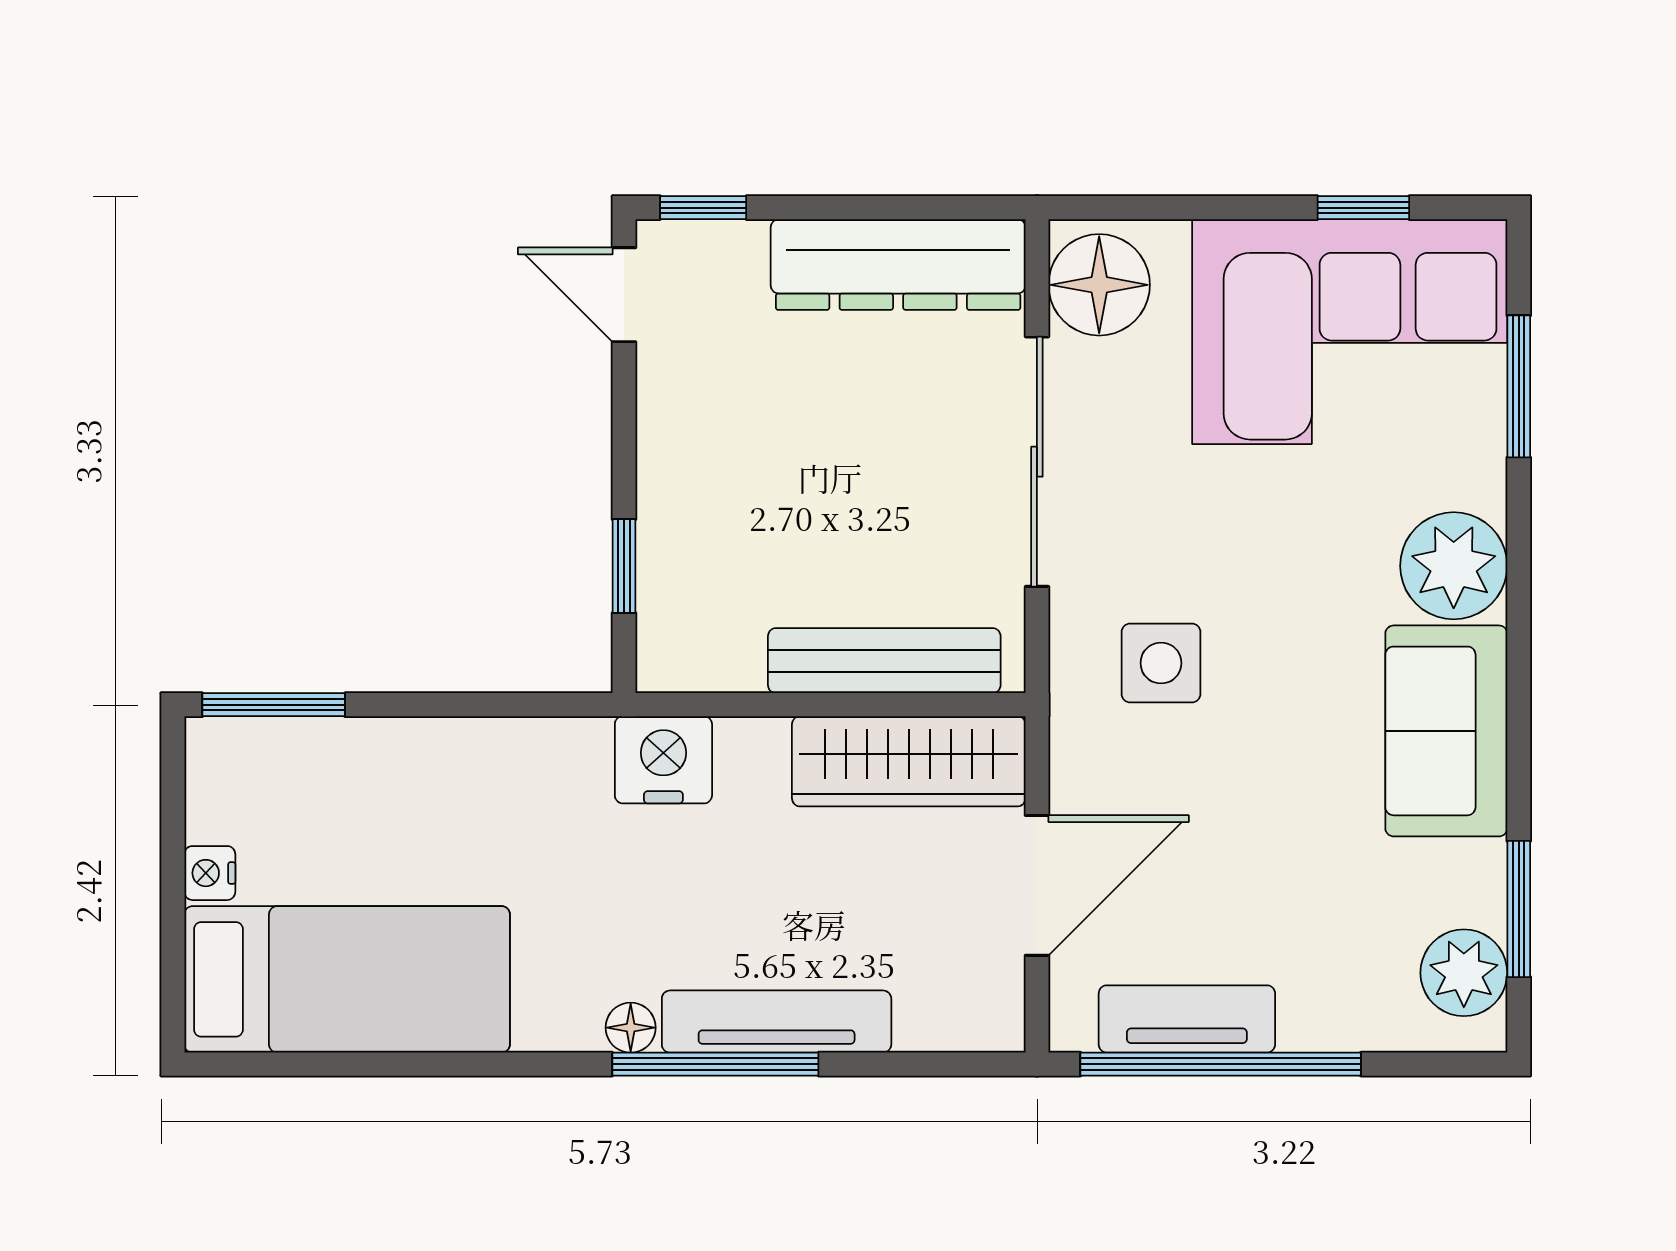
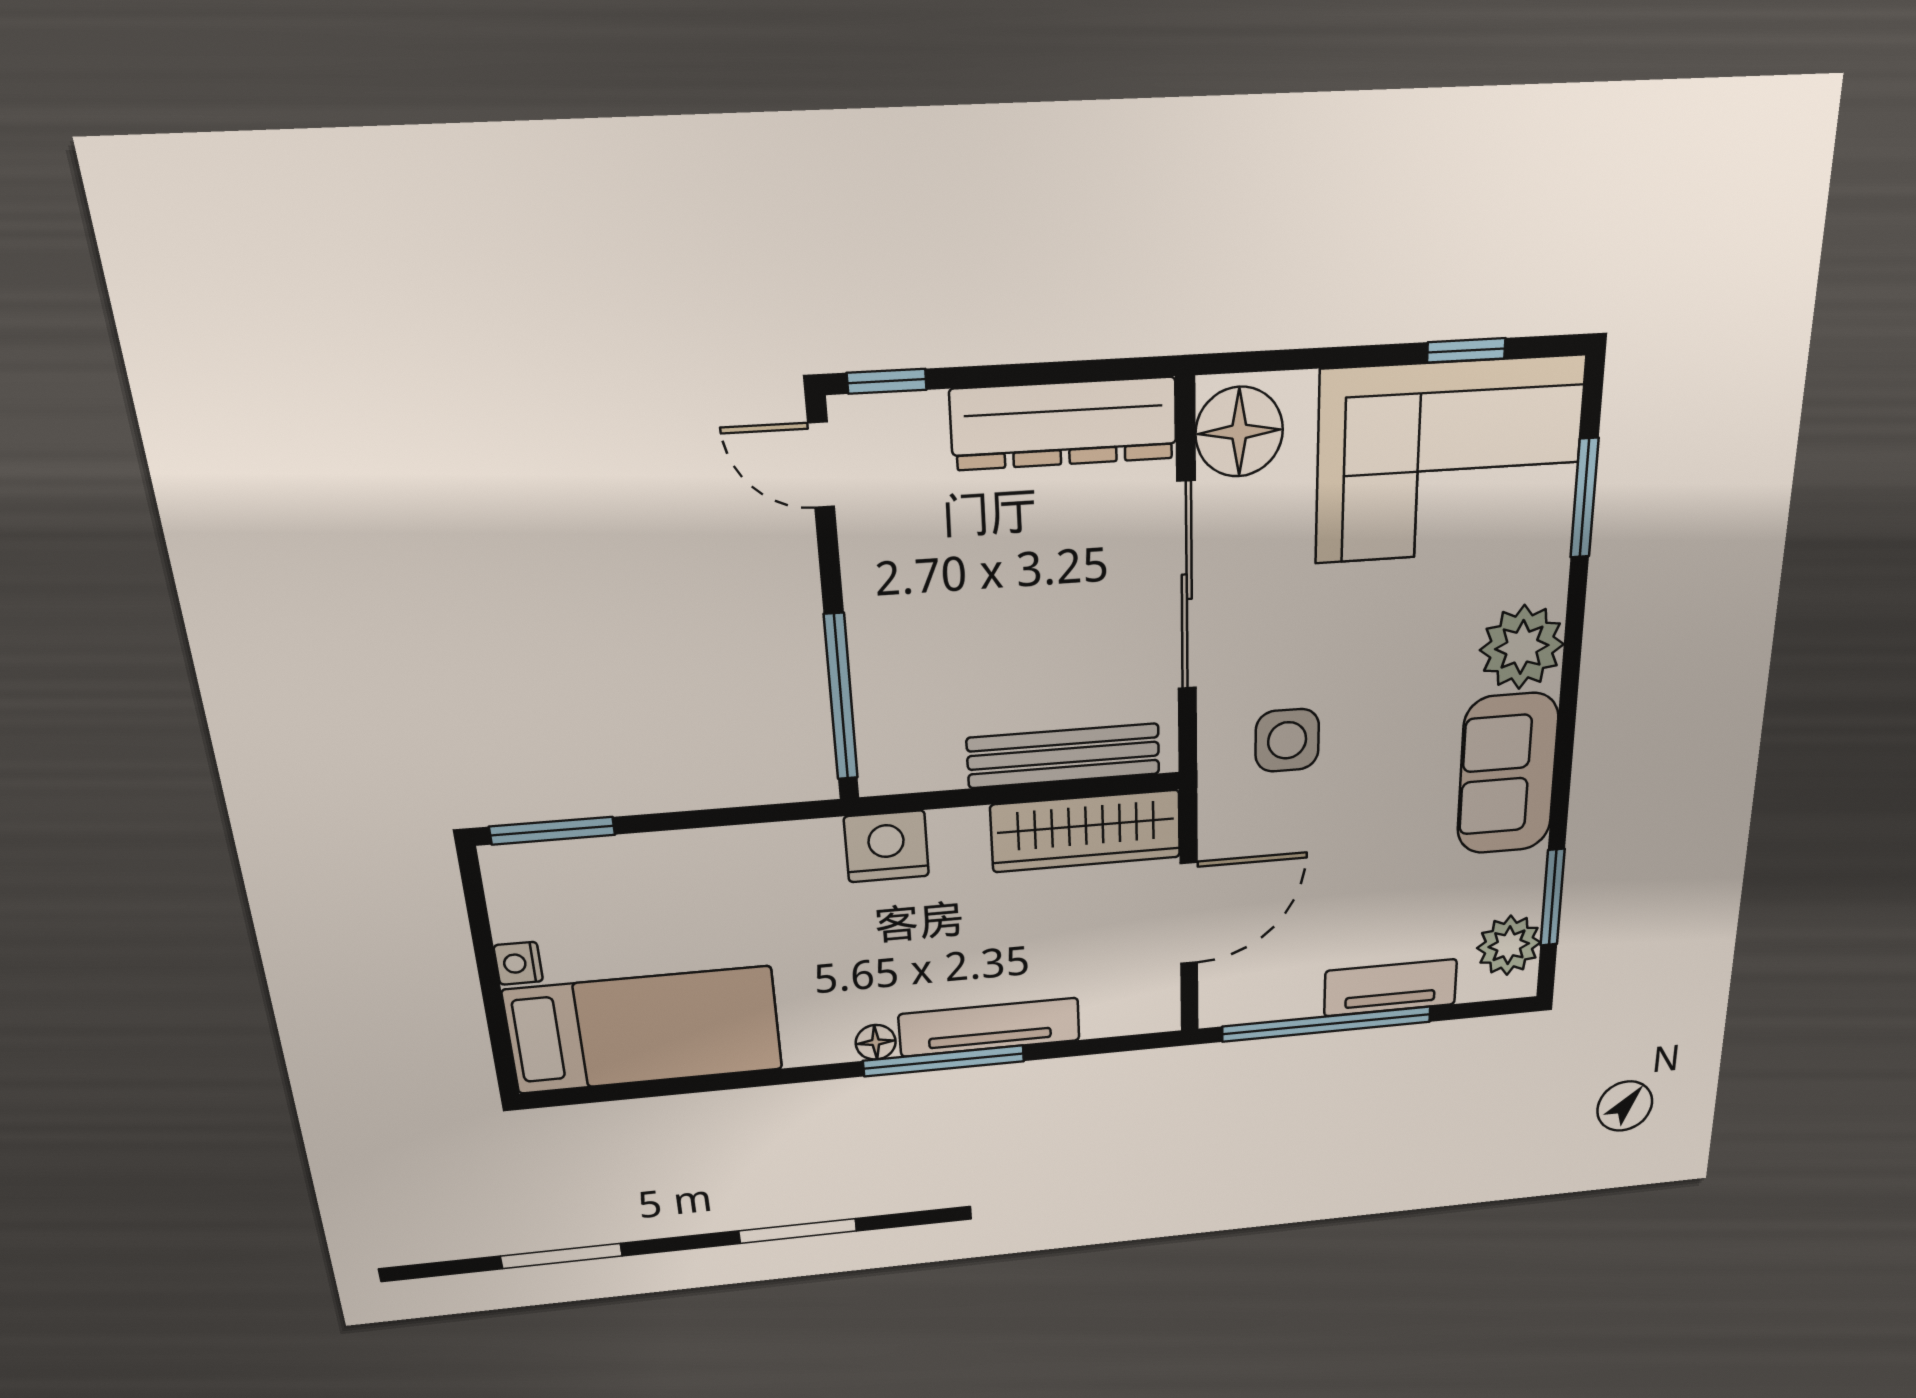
window: (624, 566) -> (841, 697), width x2.17
tv unit: (1187, 1019) -> (1390, 988), moved

